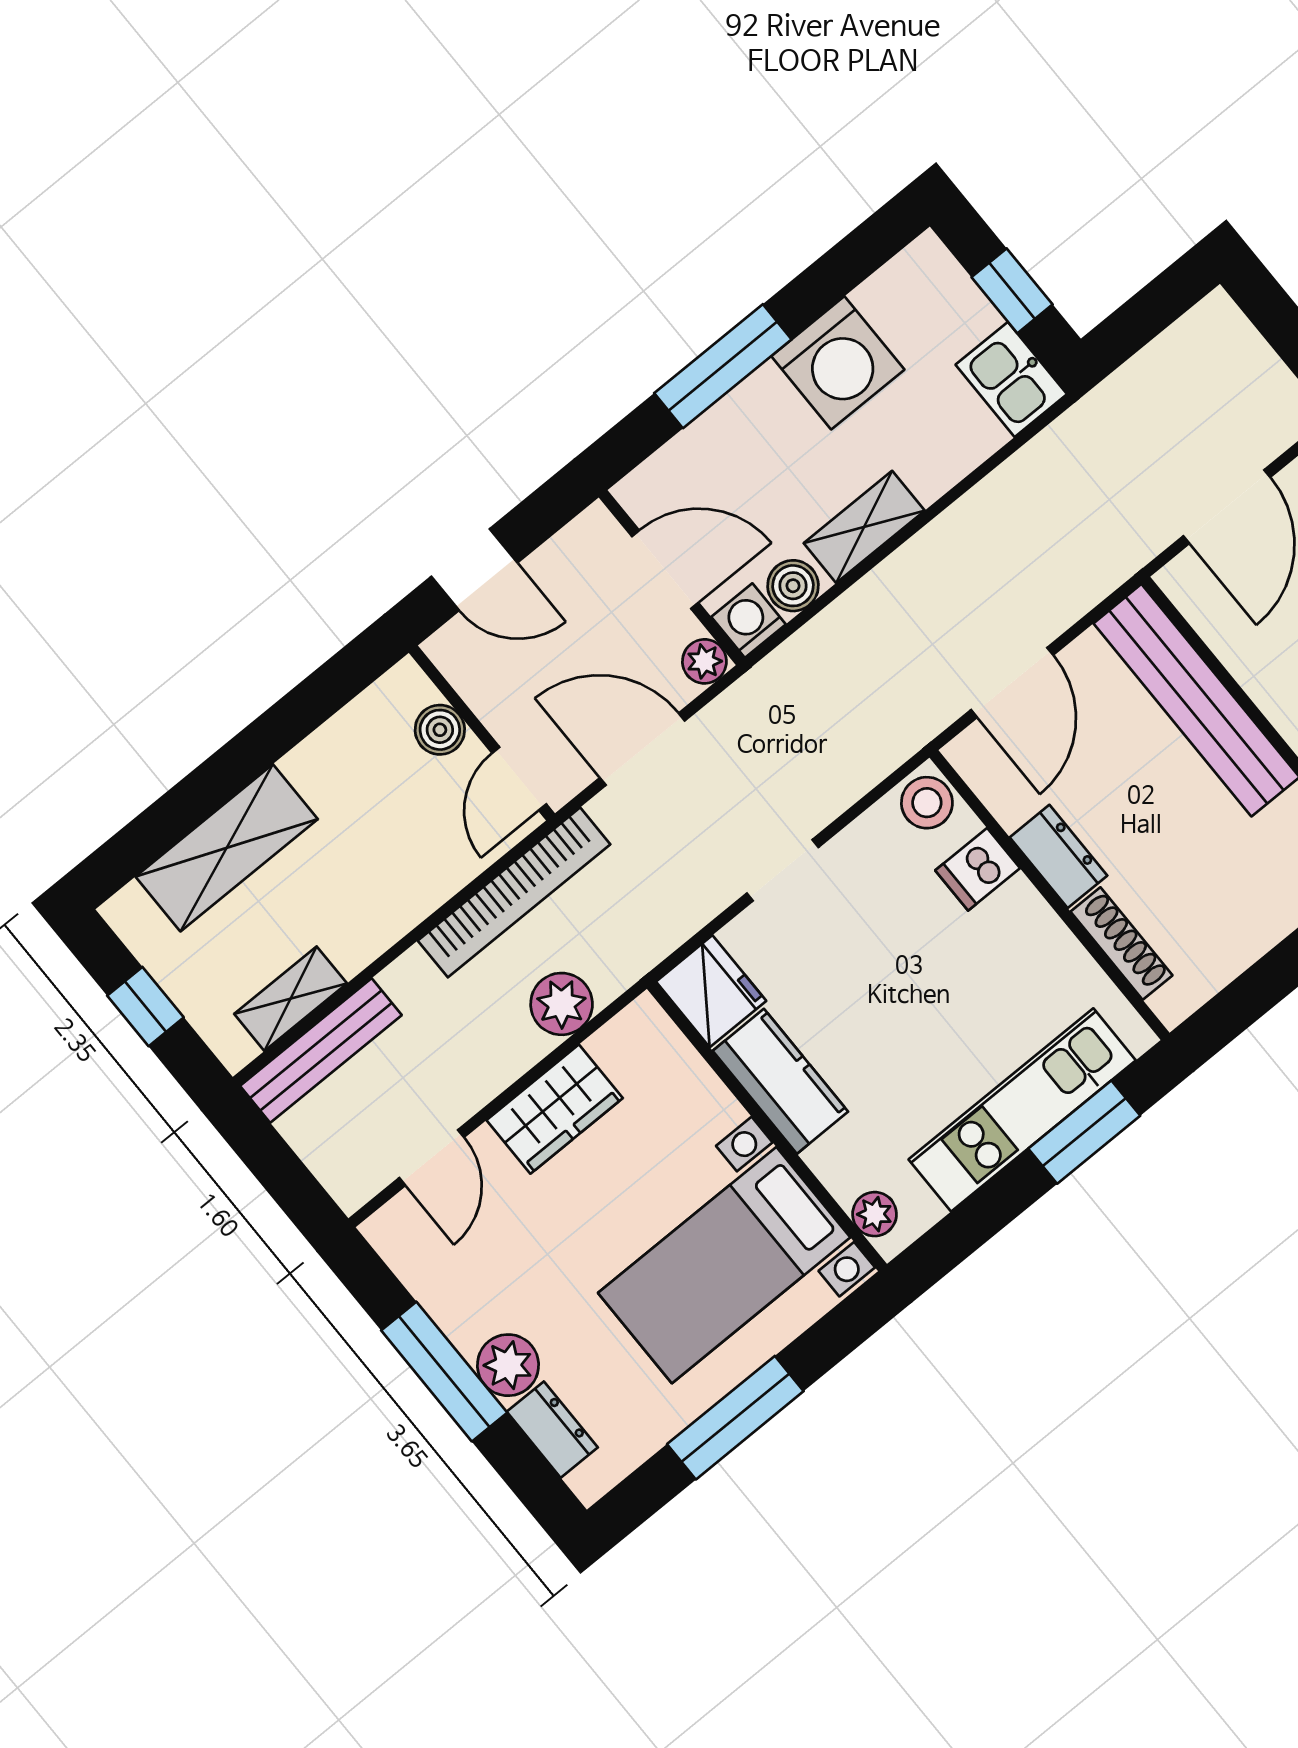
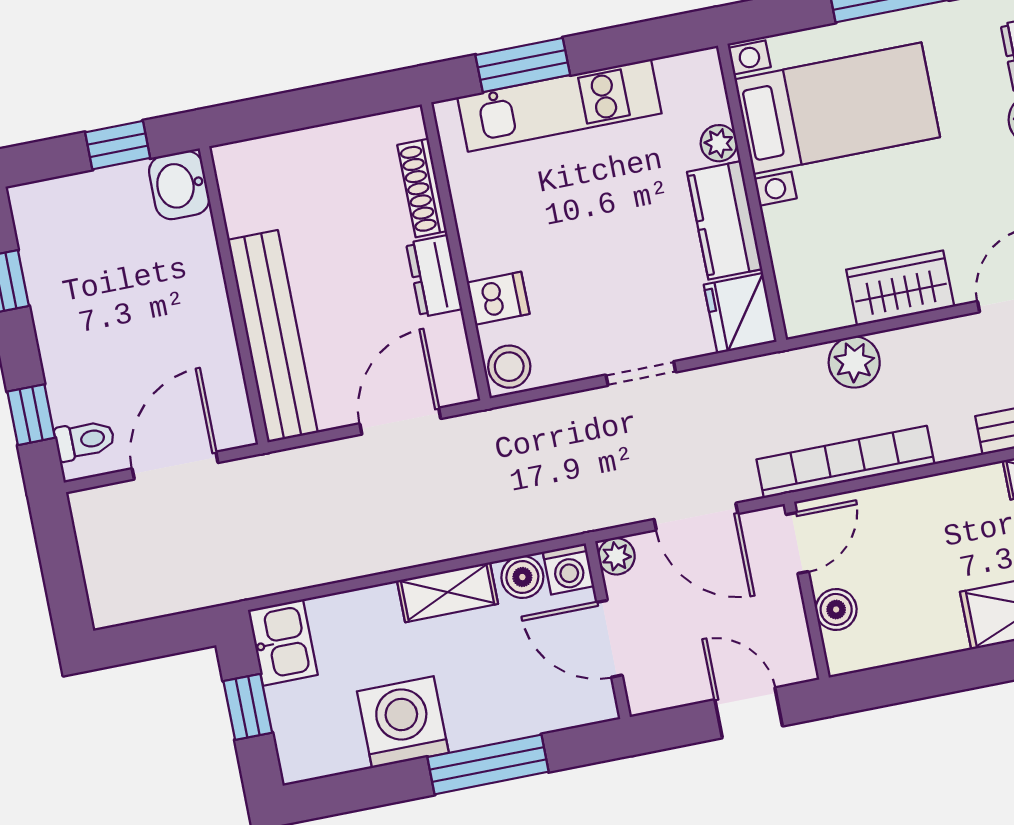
plant: (875, 1214) -> (719, 143), moved

